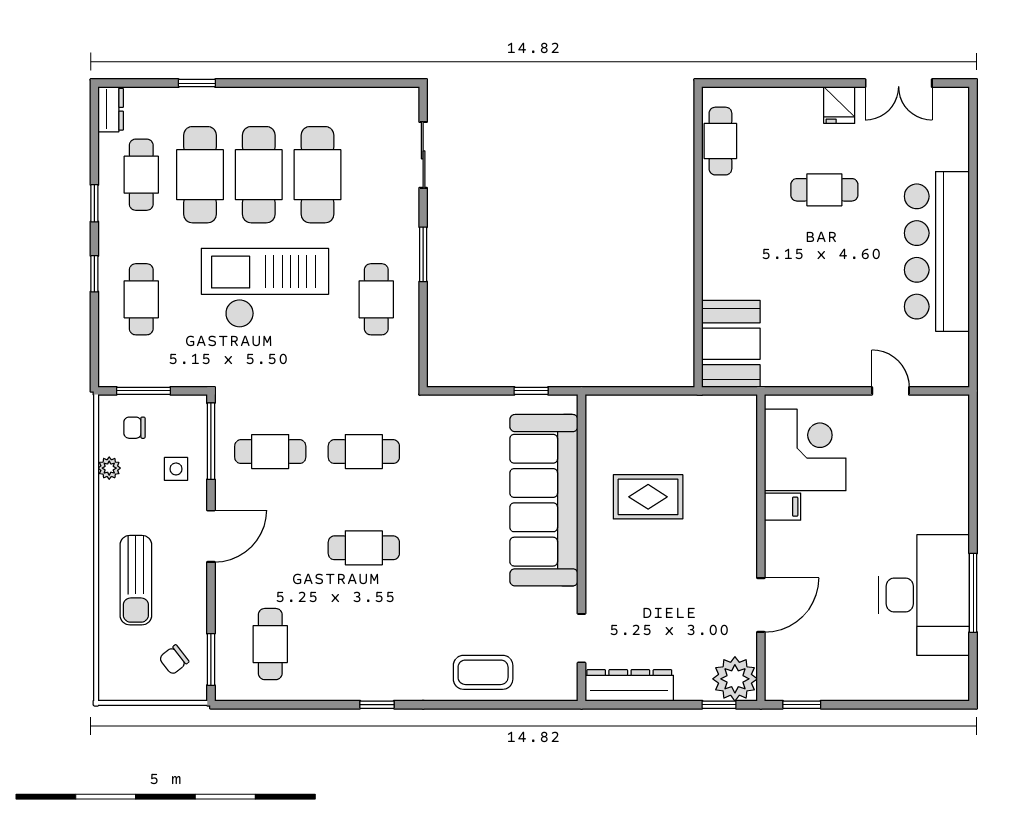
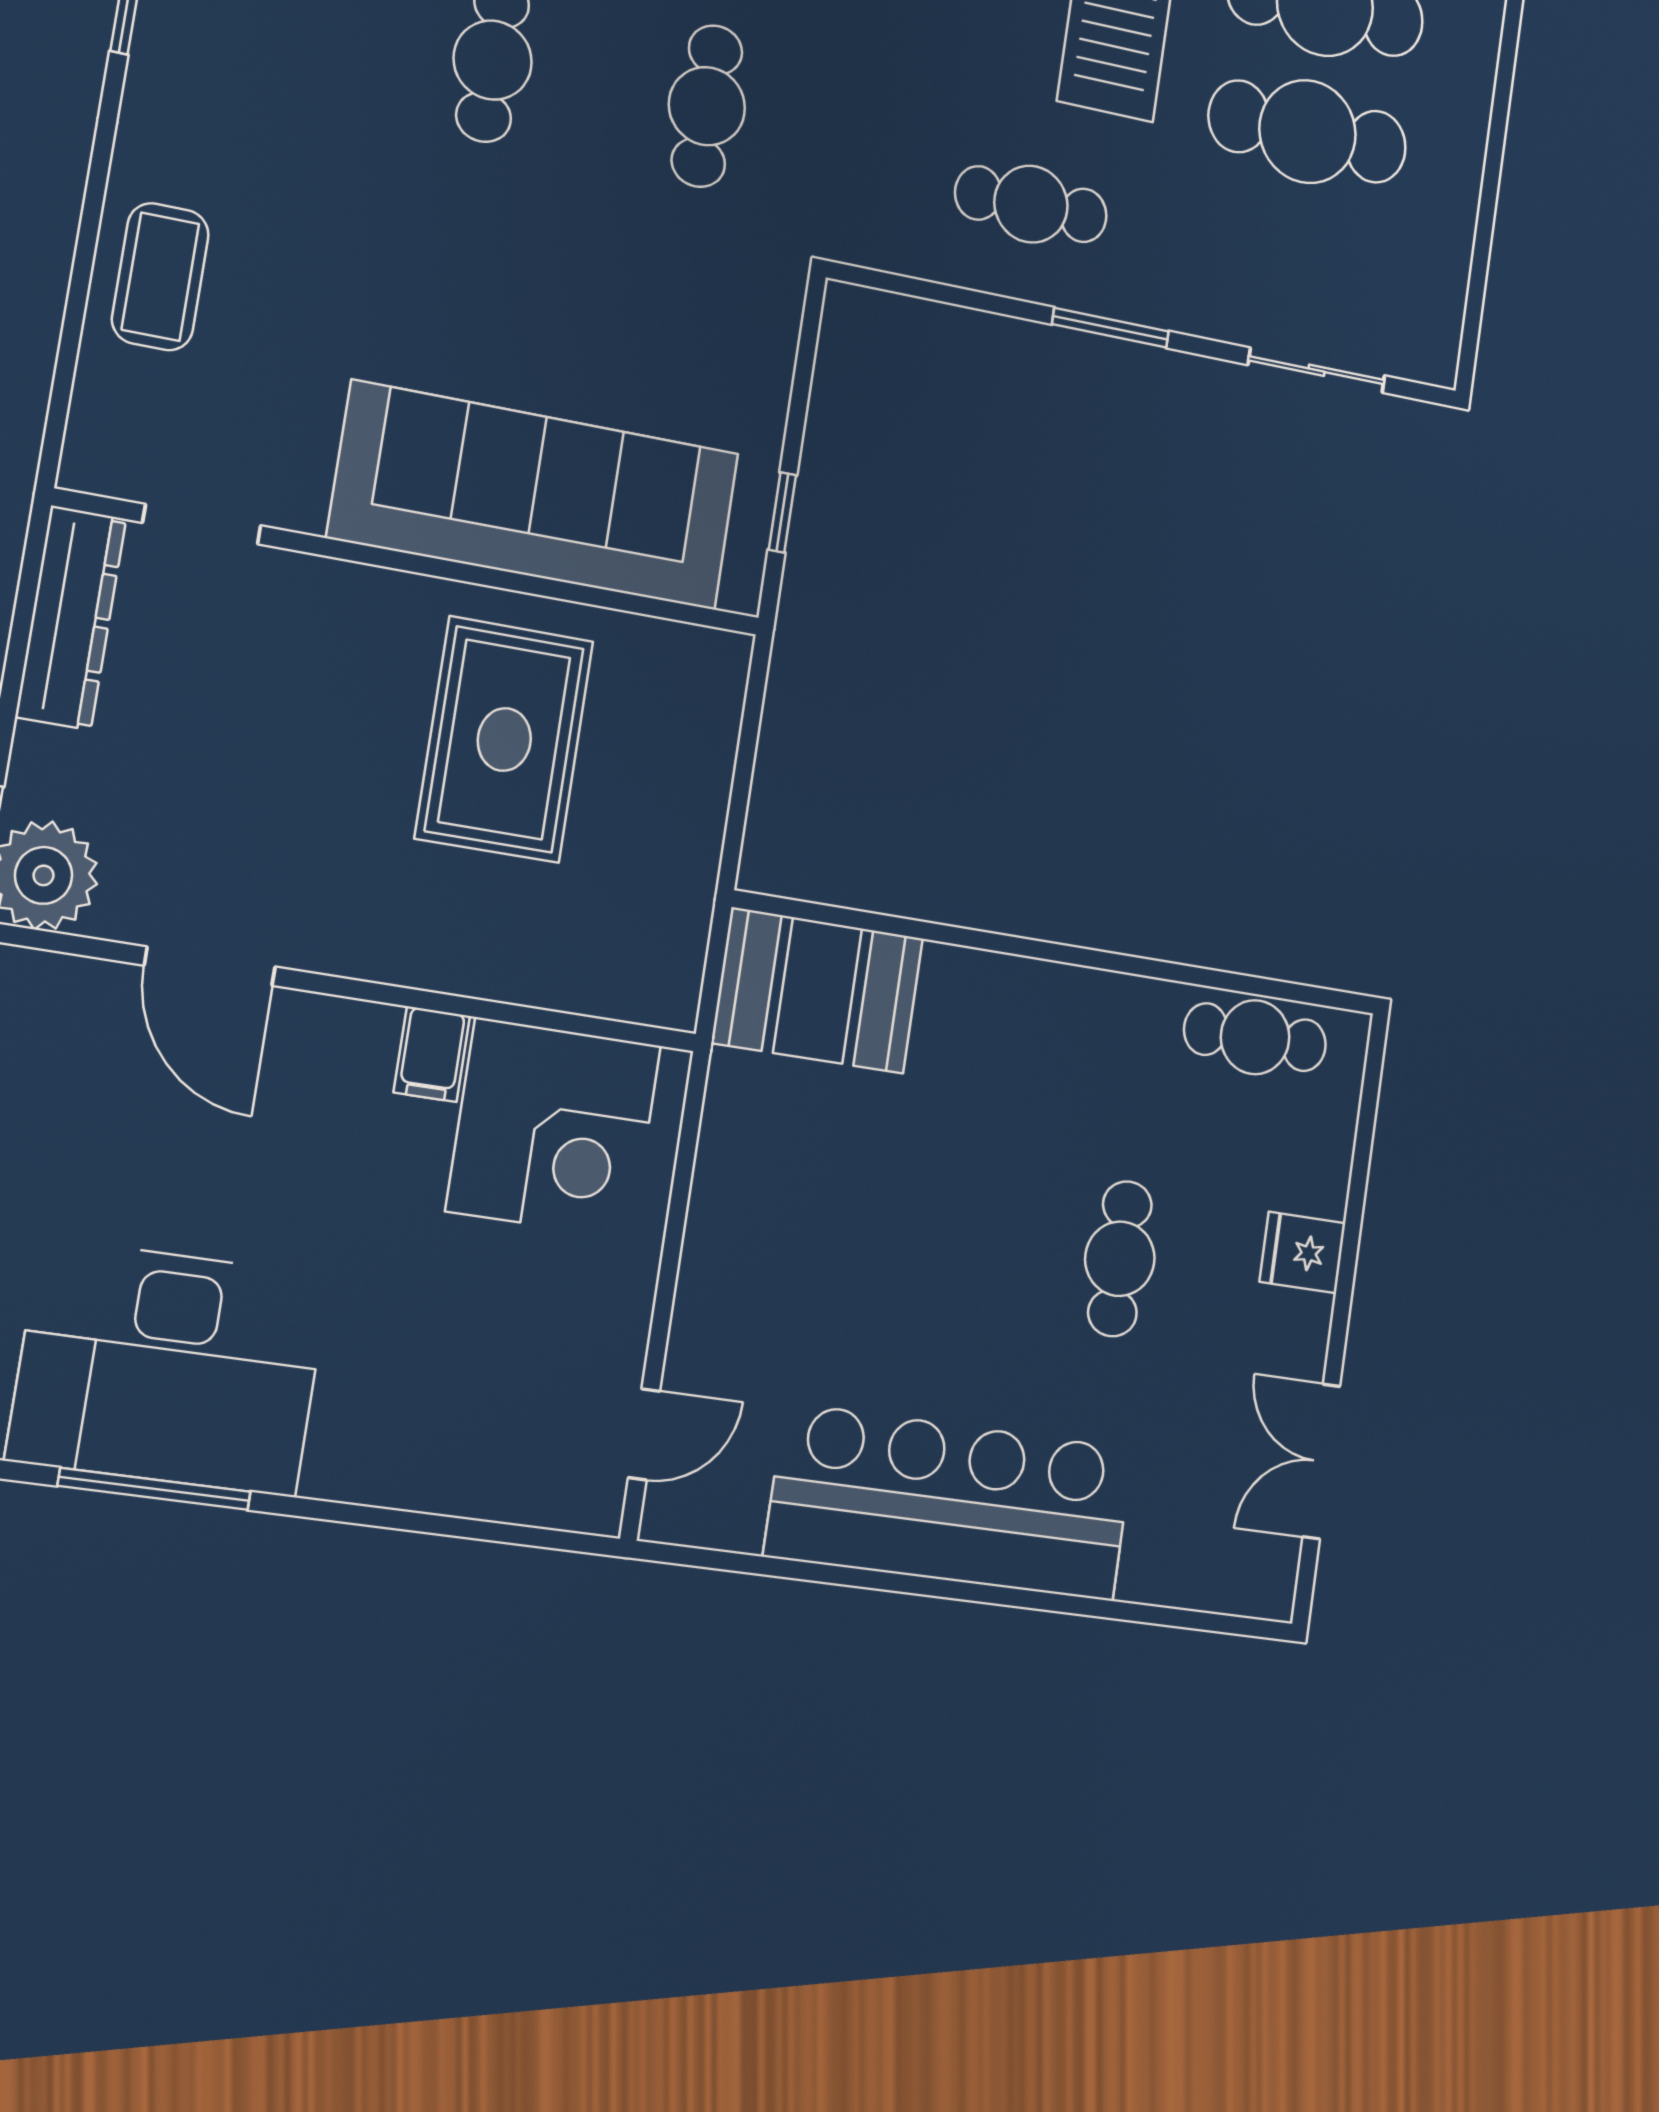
fridge: (839, 105) -> (1303, 1252), moved
door: (891, 391) -> (644, 1434), moved
rug: (648, 497) -> (504, 739), width x1.36, depth x1.43

